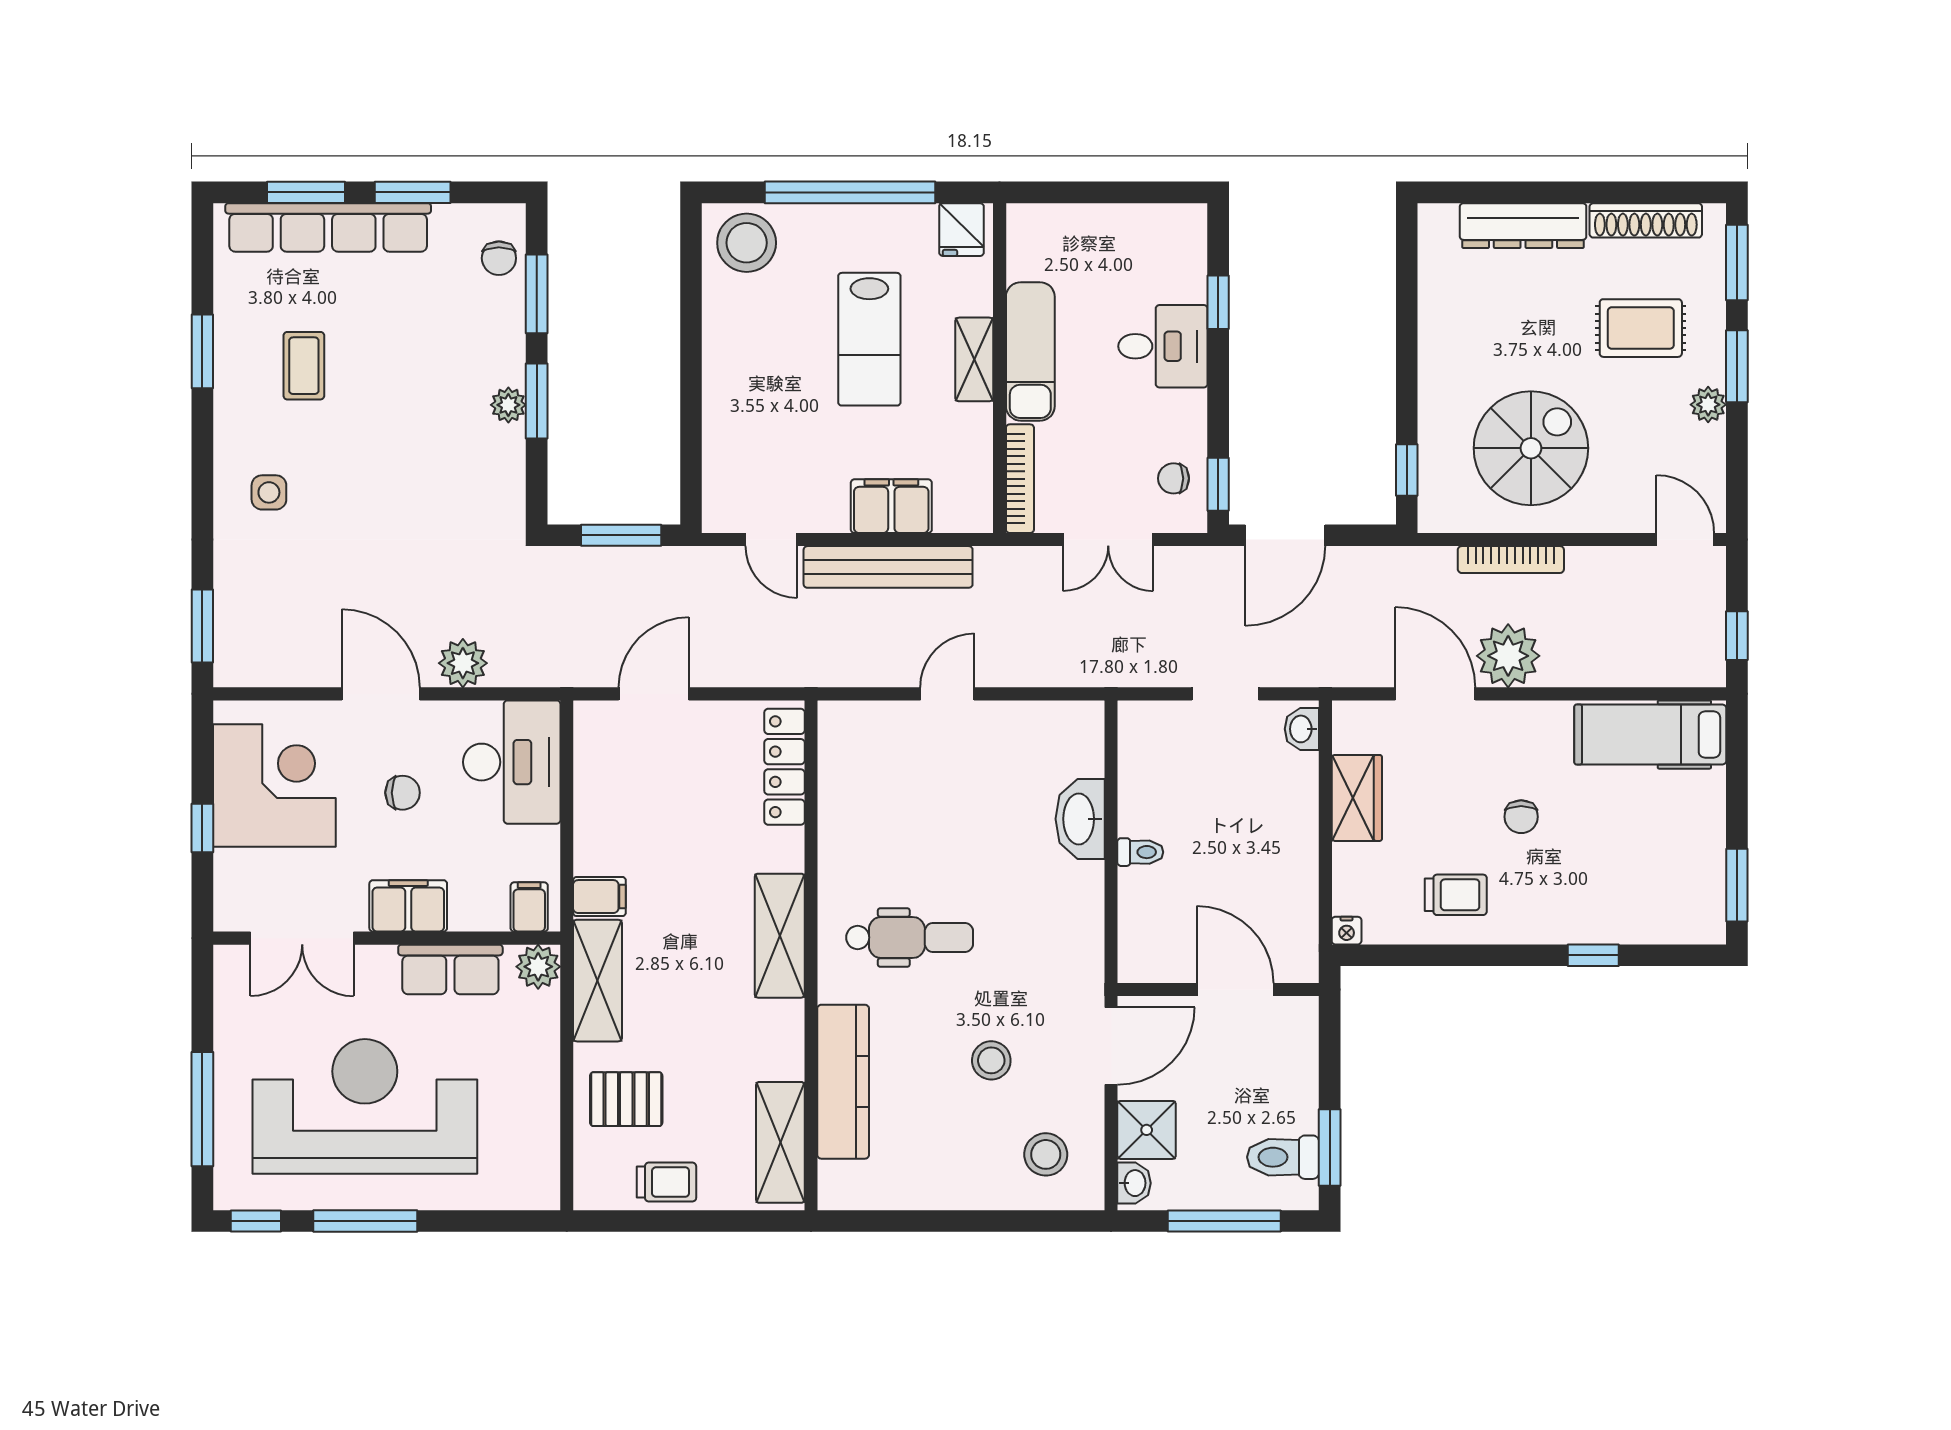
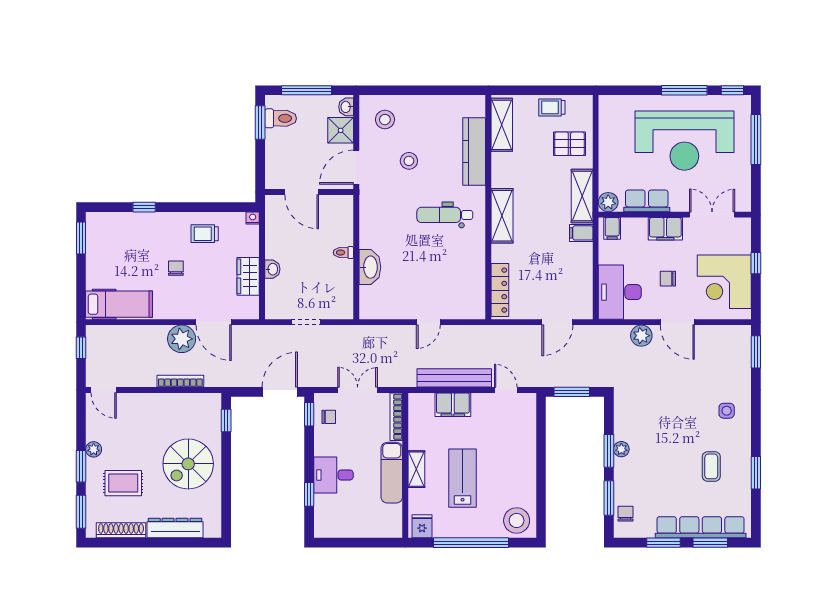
spiral stairs: (1531, 448) -> (188, 464), moved
washbasin: (1302, 729) -> (272, 269), moved

